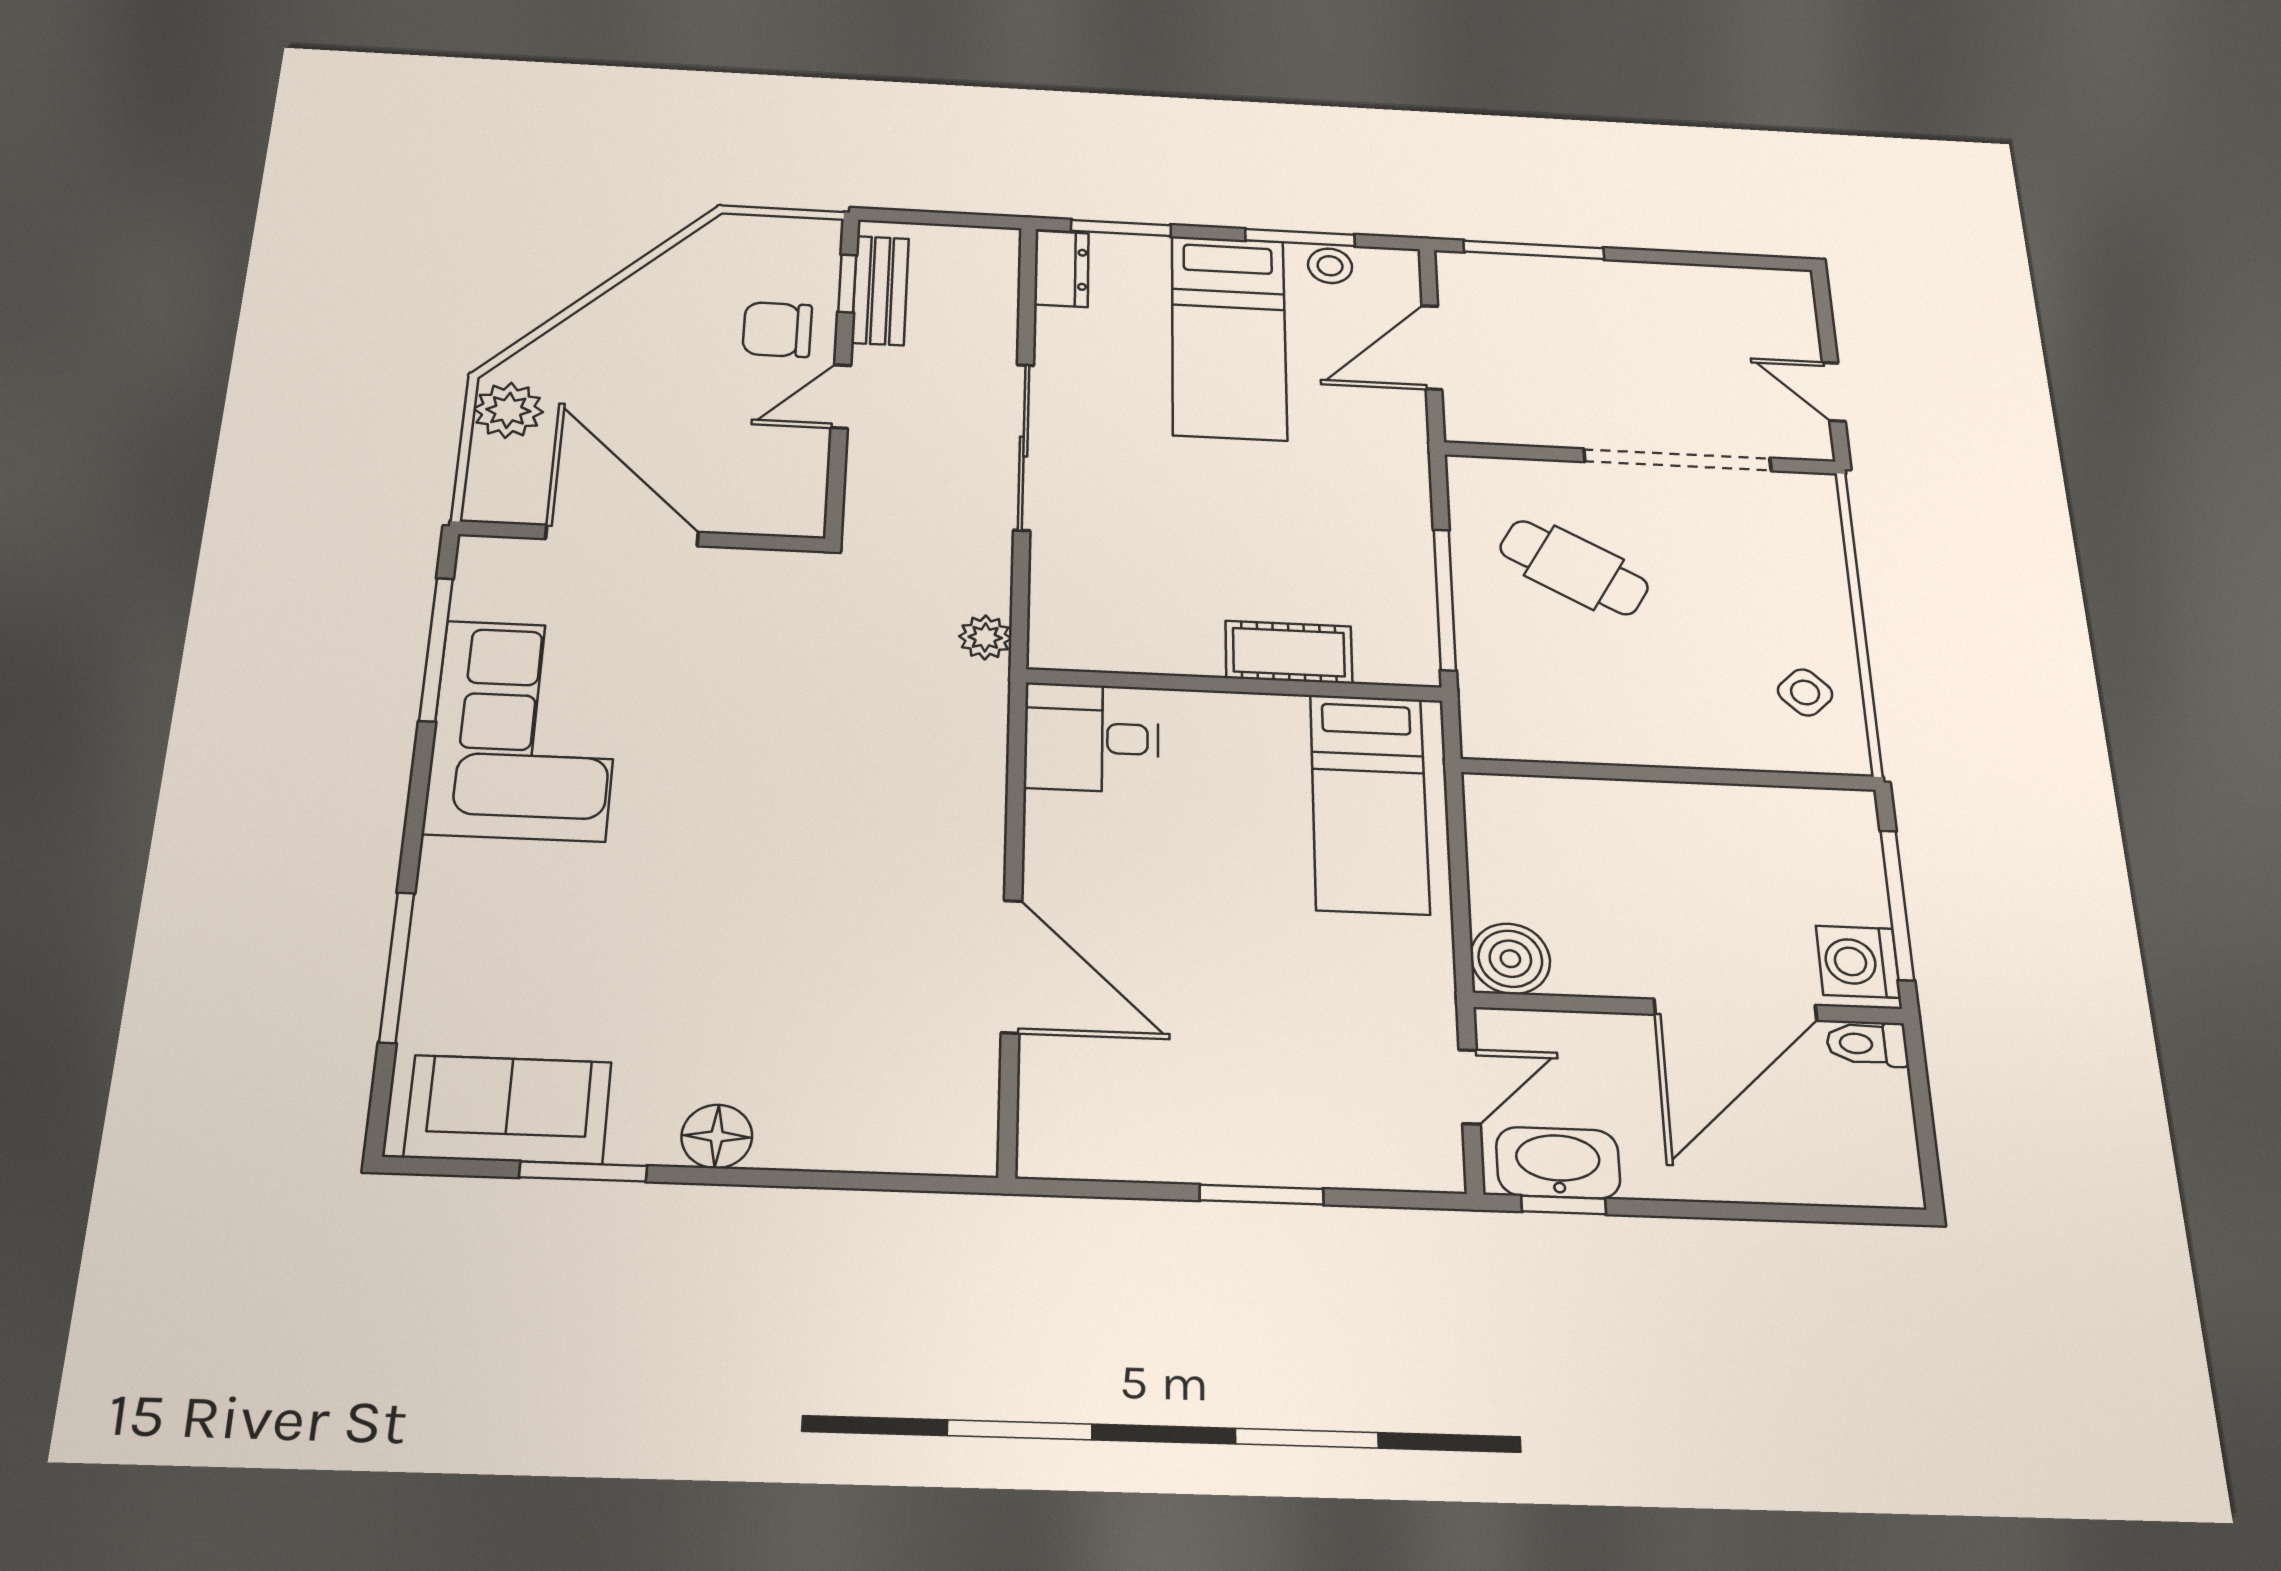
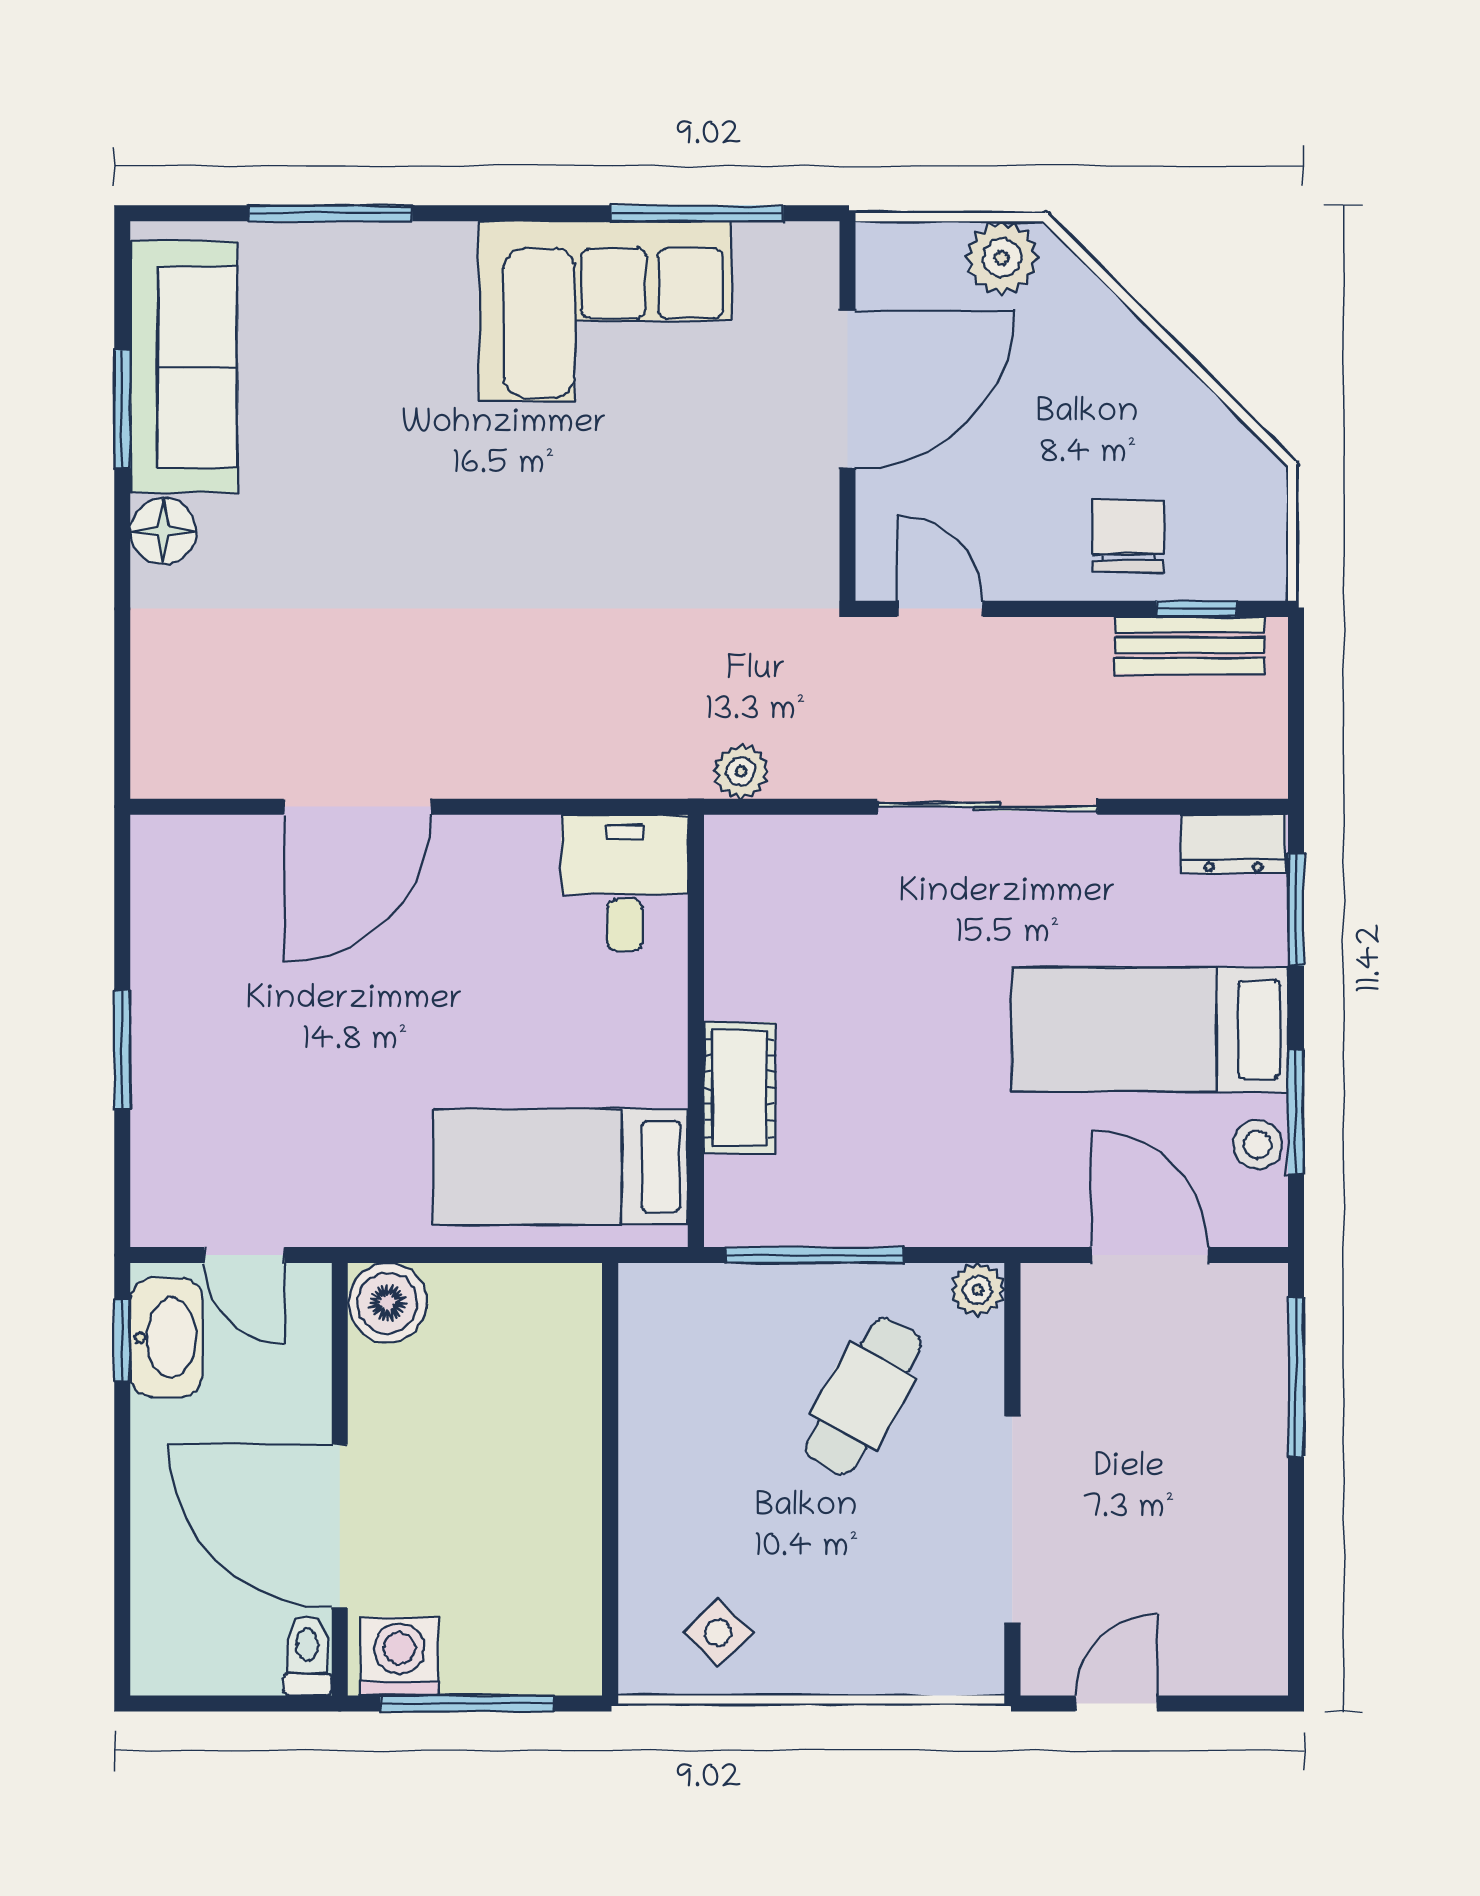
door: (841, 396) -> (940, 609), moved
plant: (1470, 476) -> (978, 1290), added
sofa: (508, 1109) -> (184, 367), width x1.36

